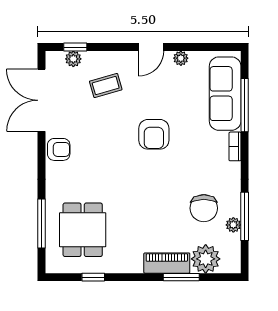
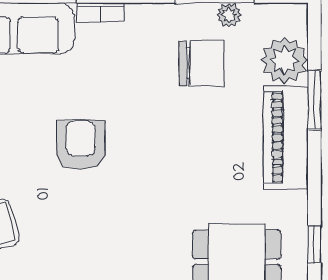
armchair: (154, 134) -> (81, 145), turned -90
piano: (167, 263) -> (286, 138), width x1.37, depth x1.33

